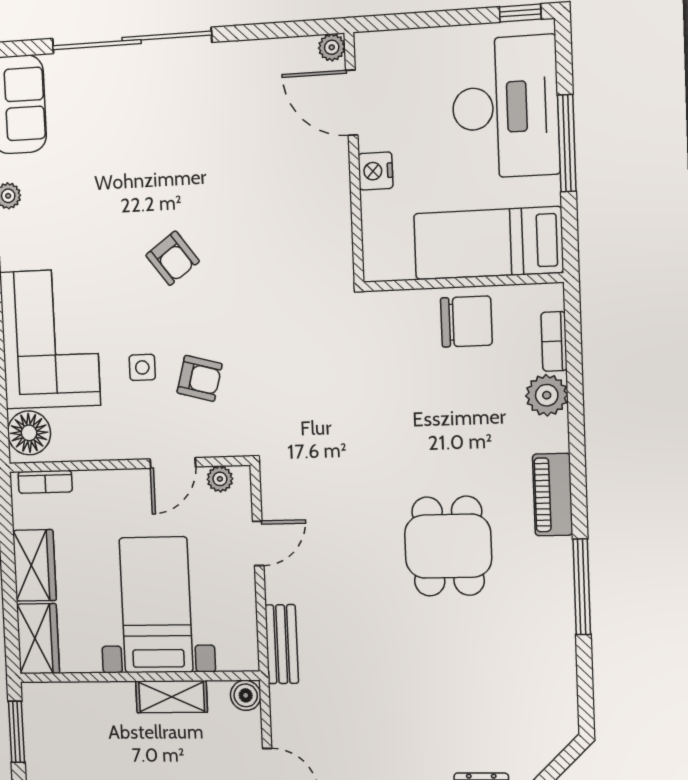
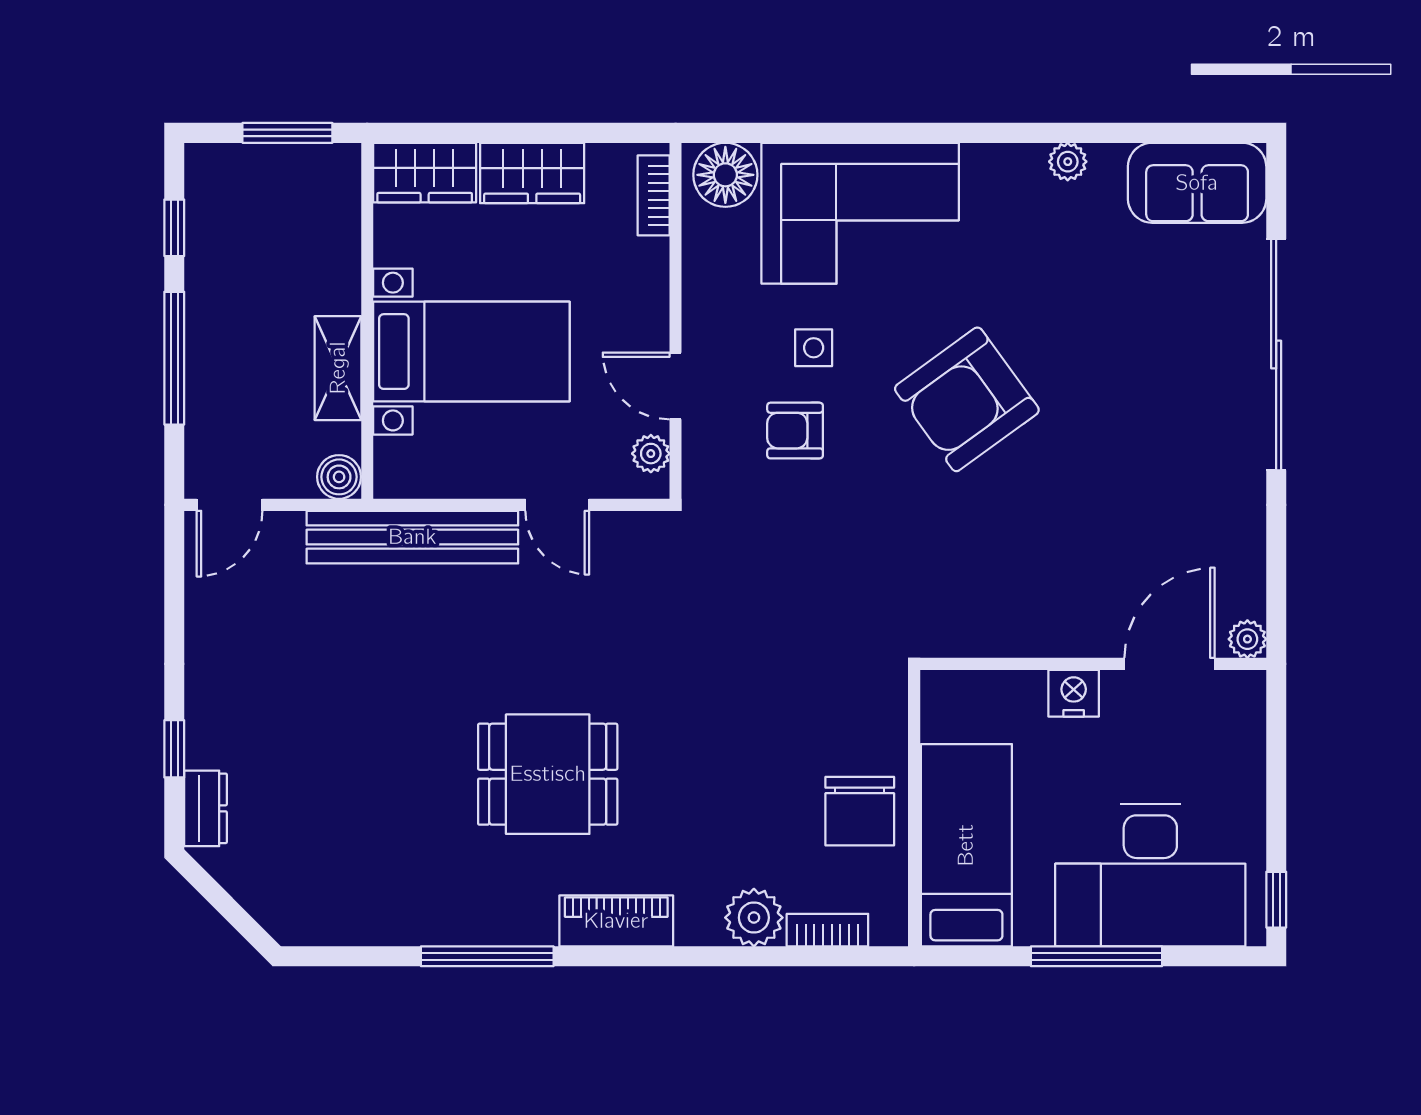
armchair: (173, 258) -> (967, 399), width x1.88, depth x1.88
armchair: (200, 378) -> (795, 431), turned 75
bench: (282, 644) -> (412, 537), width x1.86, depth x1.21

